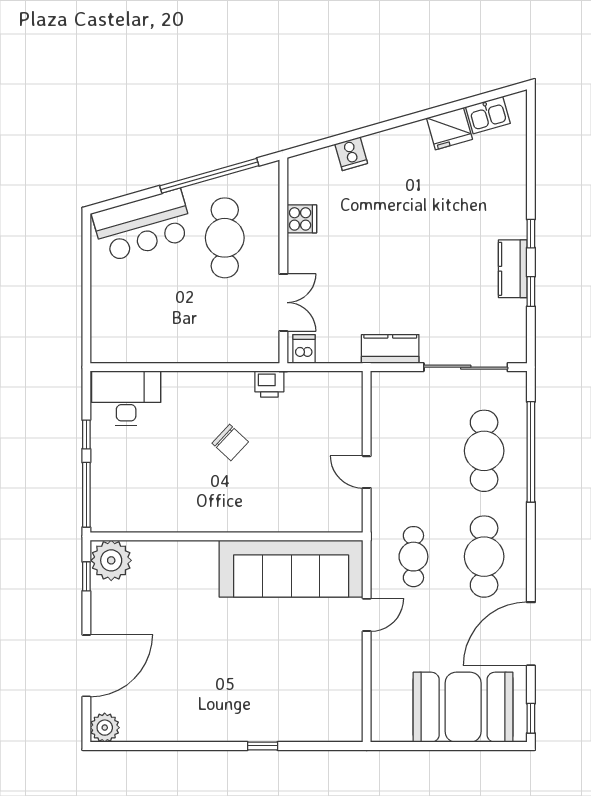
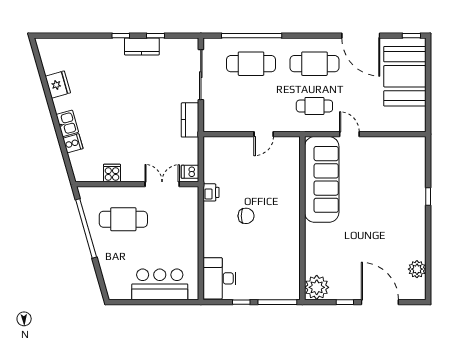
kitchen sink: (488, 115) -> (67, 123), moved
bar counter: (143, 225) -> (160, 284), moved, turned -74
chair: (230, 443) -> (246, 216), turned 47
window: (86, 576) -> (345, 302), moved
plant: (105, 728) -> (417, 269), moved

